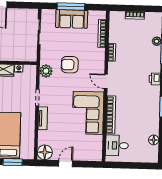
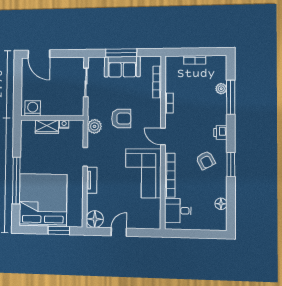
armchair: (70, 65) -> (121, 119), turned 180
armchair: (142, 103) -> (206, 160), added

